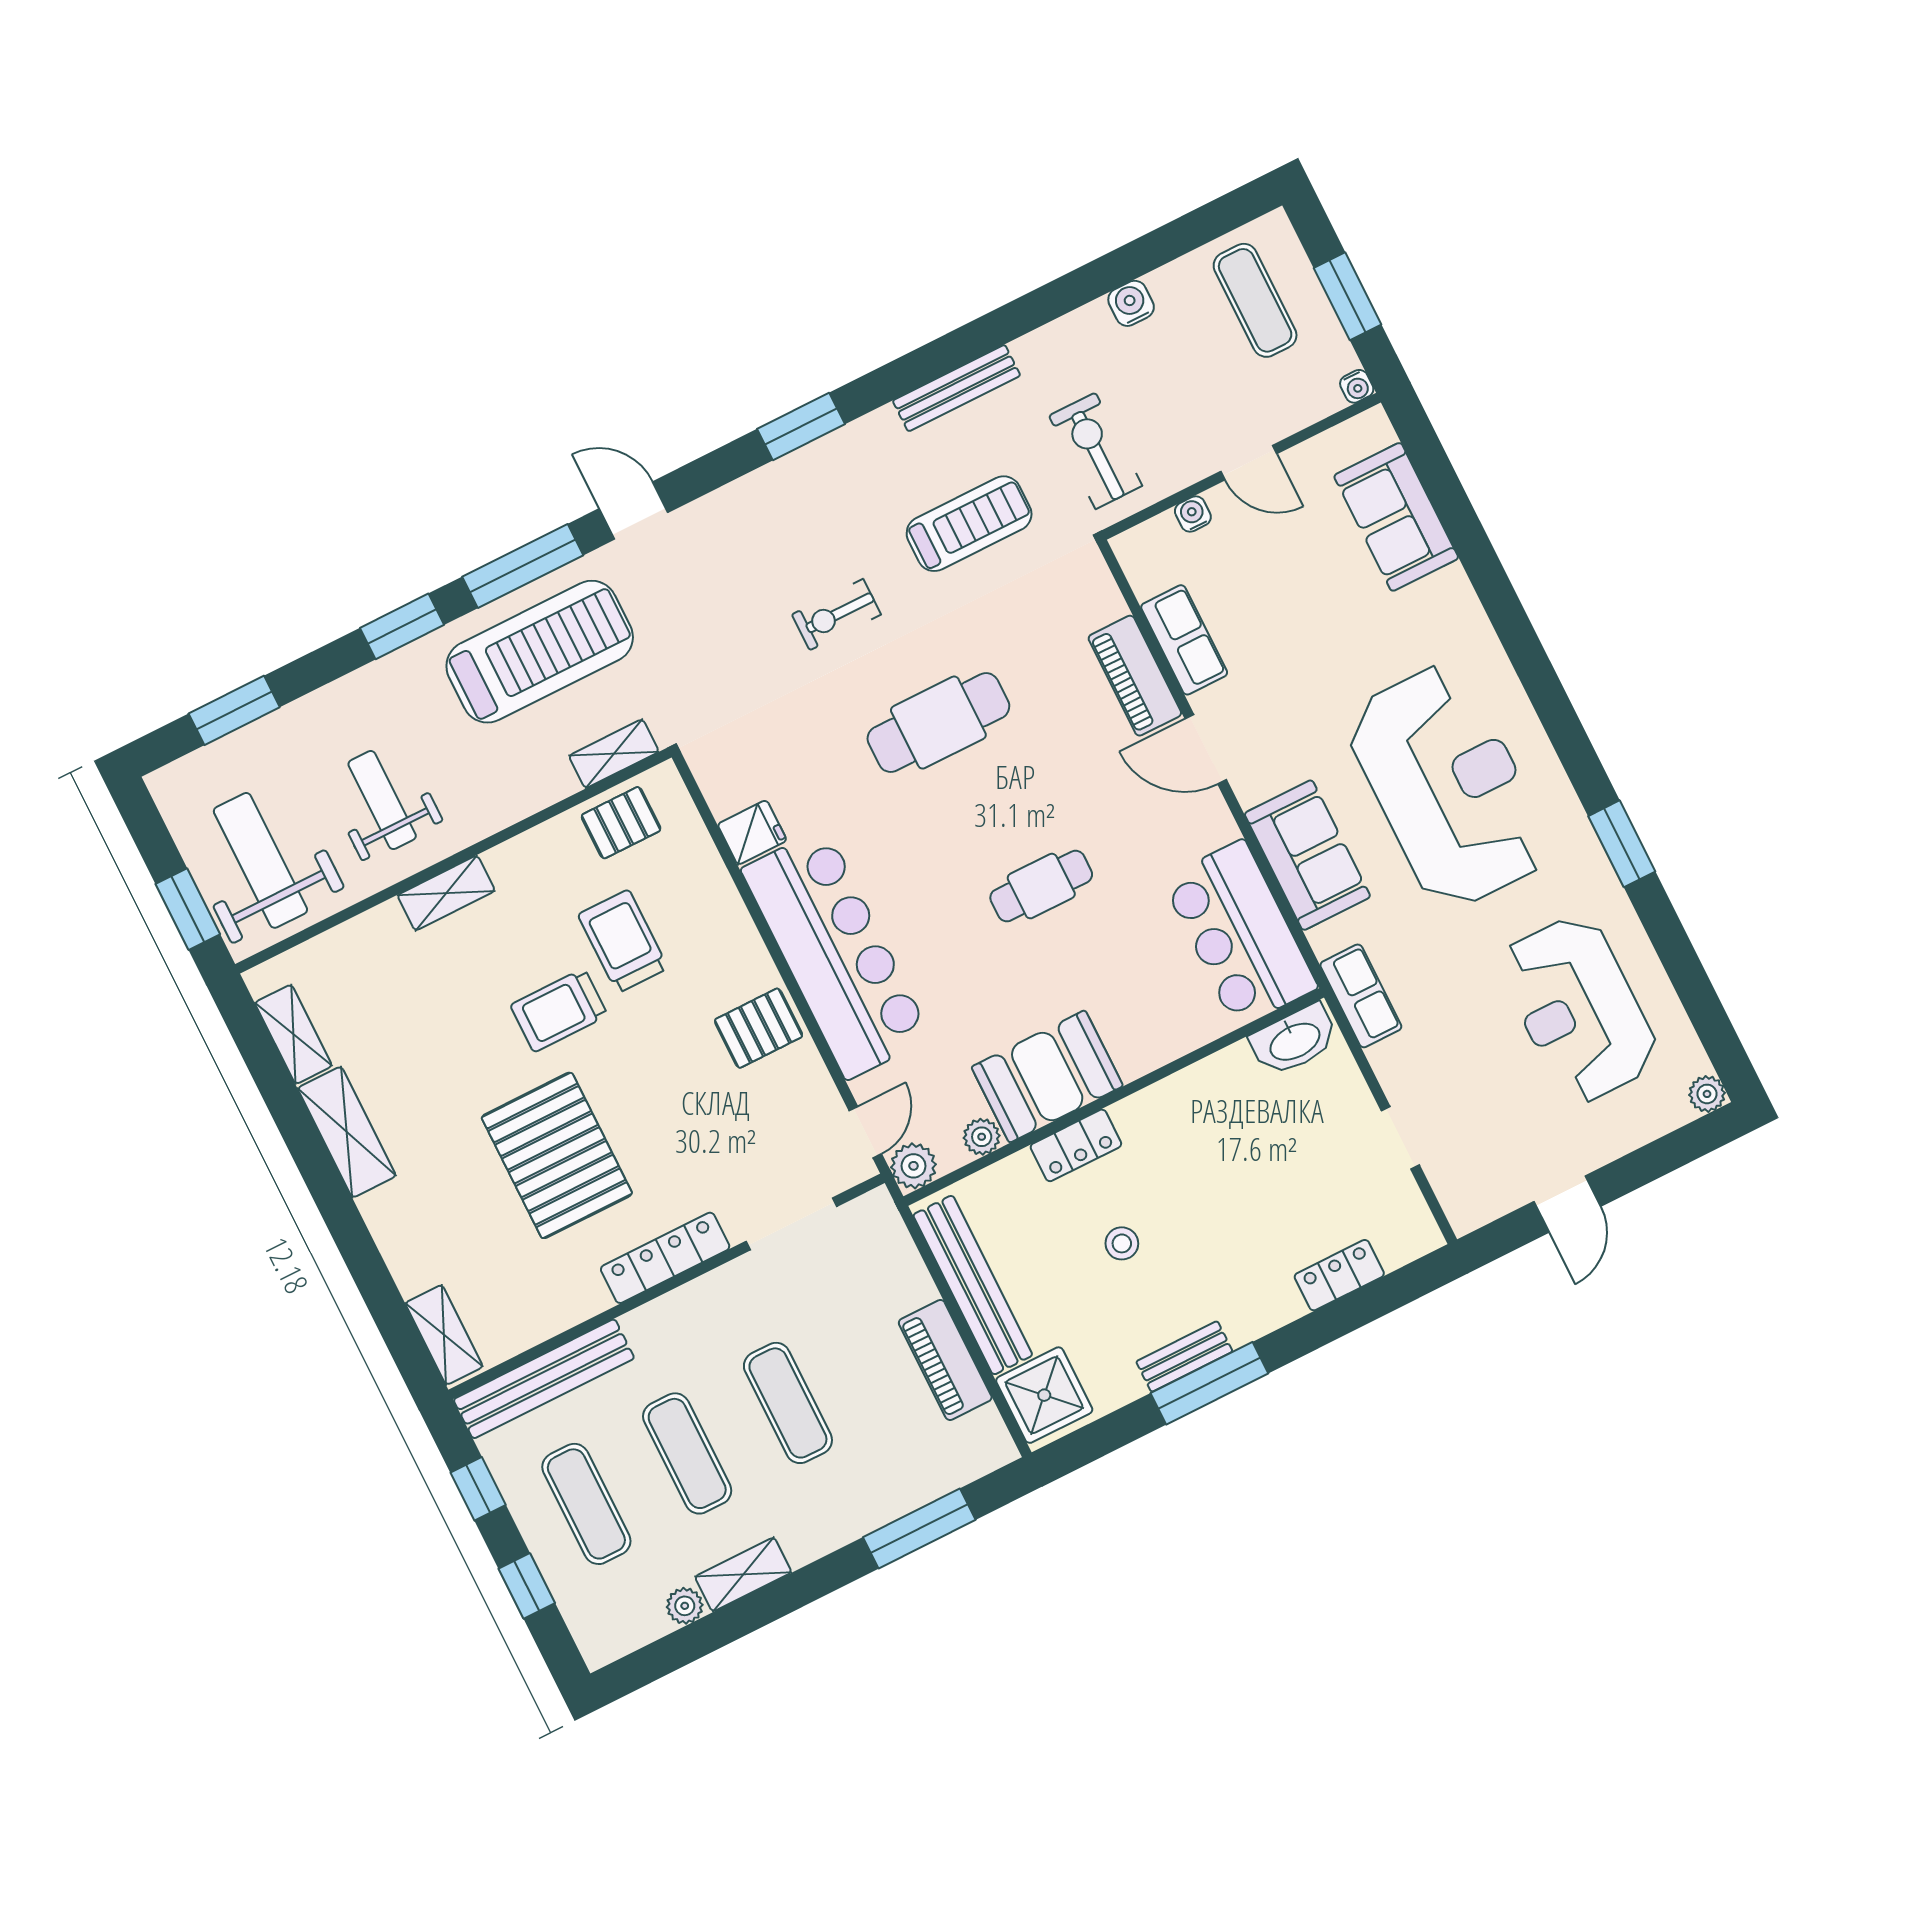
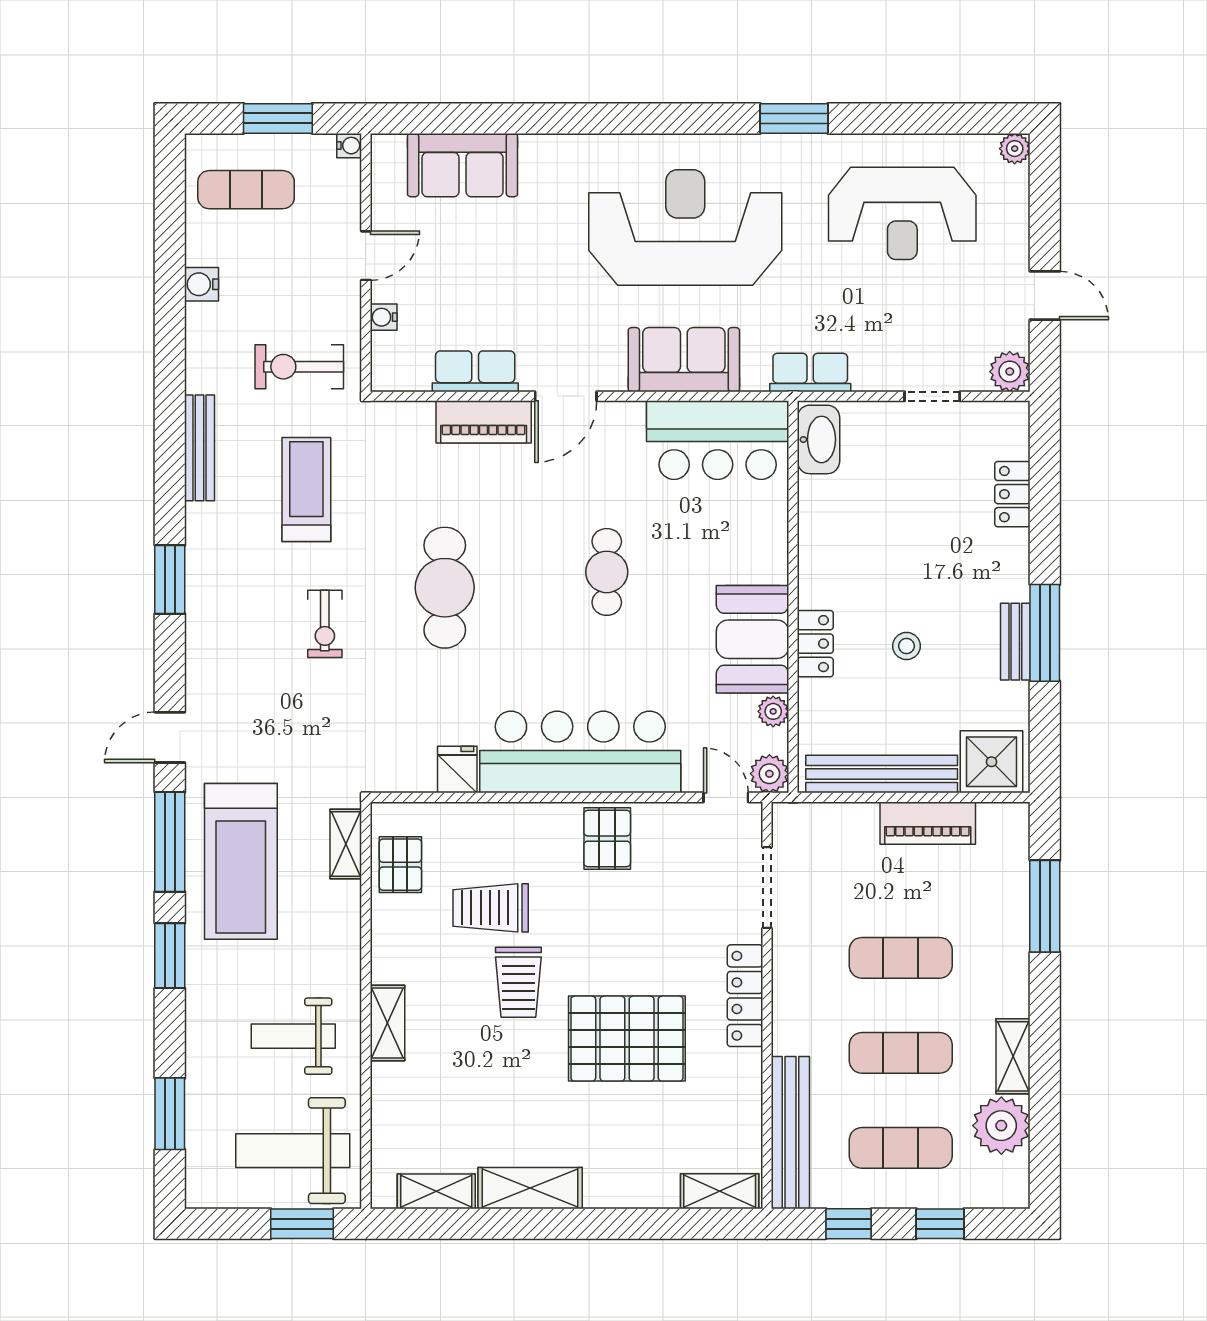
treadmill: (540, 652) -> (241, 861), turned 180
plant: (1468, 1207) -> (1010, 372), added
plant: (685, 1606) -> (1001, 1126), width x1.88, depth x1.88

